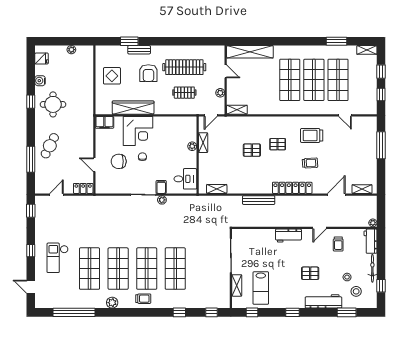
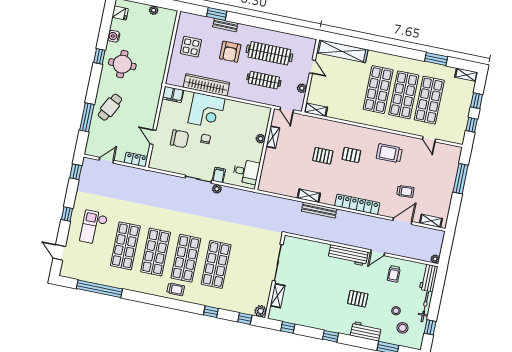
clothes rail: (184, 93) -> (264, 80), width x1.36
door: (211, 115) -> (287, 110), hinge flipped
chair: (119, 161) -> (179, 139), turned 180
trolley: (310, 163) -> (405, 191), moved
shelving: (217, 189) -> (309, 196), moved
workbench: (288, 236) -> (348, 255), width x1.38
lab bench: (261, 288) -> (302, 304), removed
workbench: (323, 301) -> (366, 331), width x0.73
plant: (112, 303) -> (261, 311), moved

